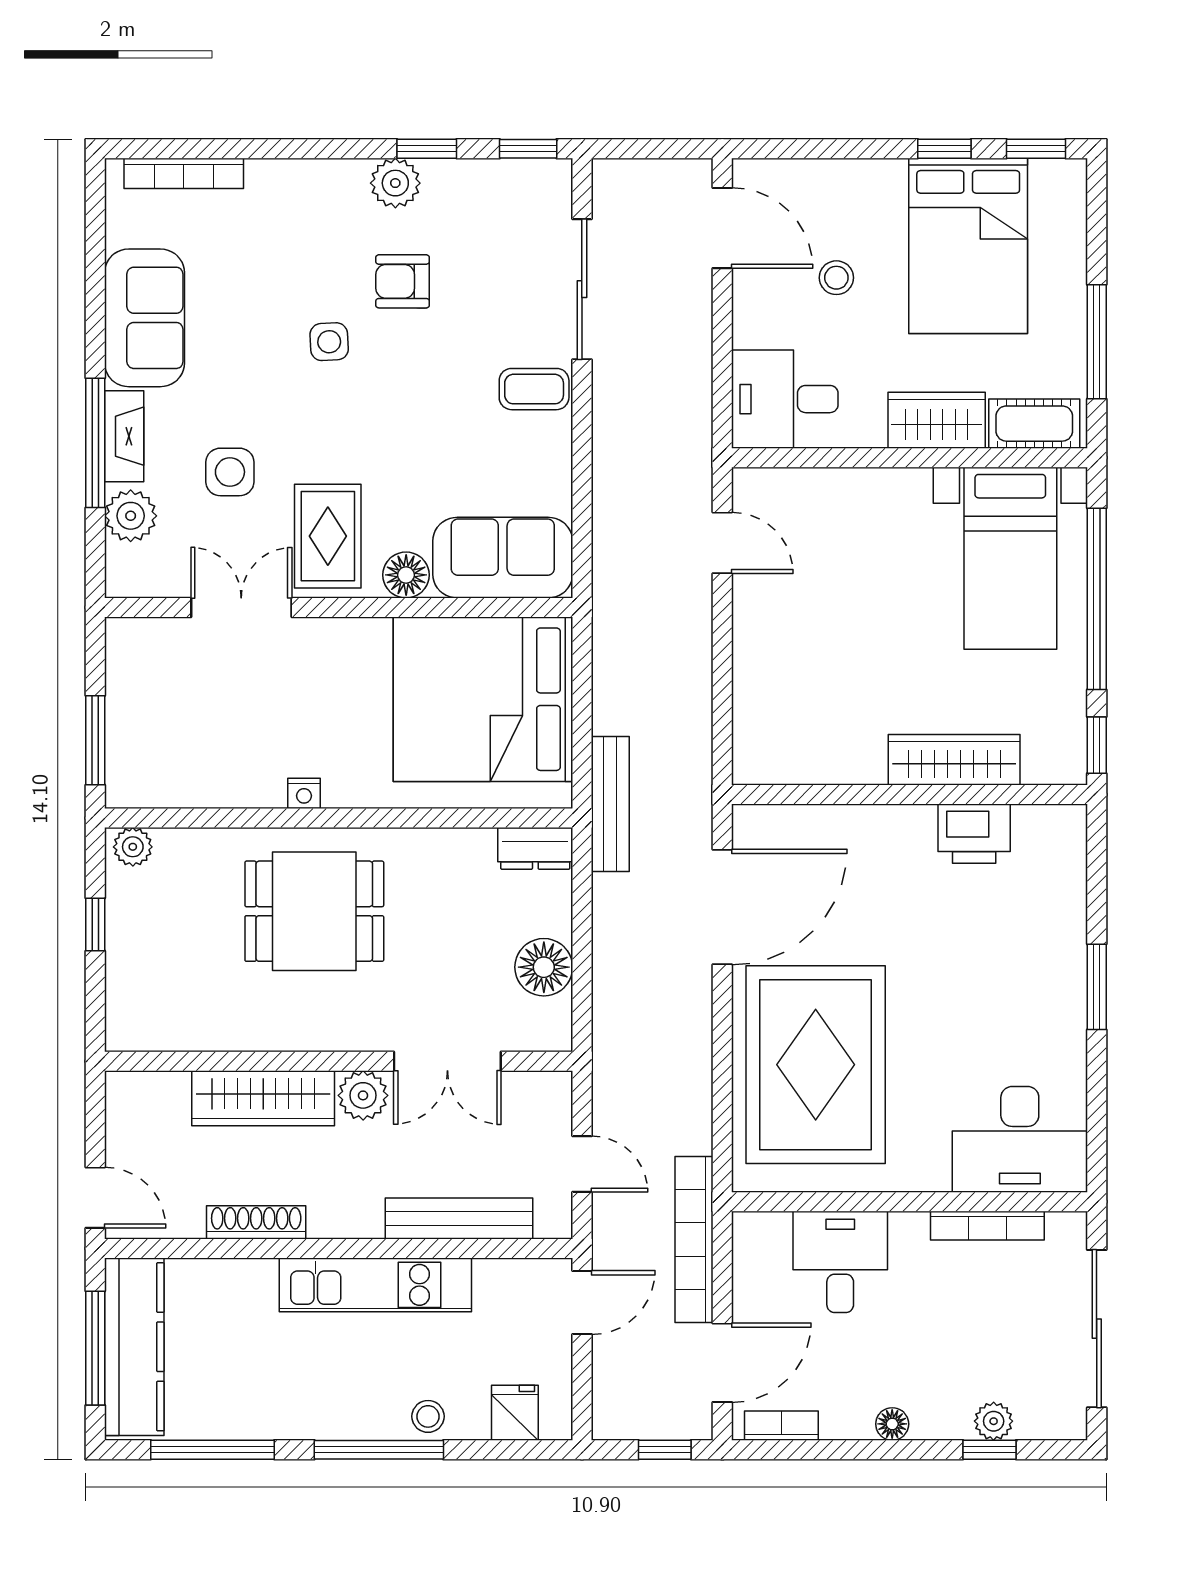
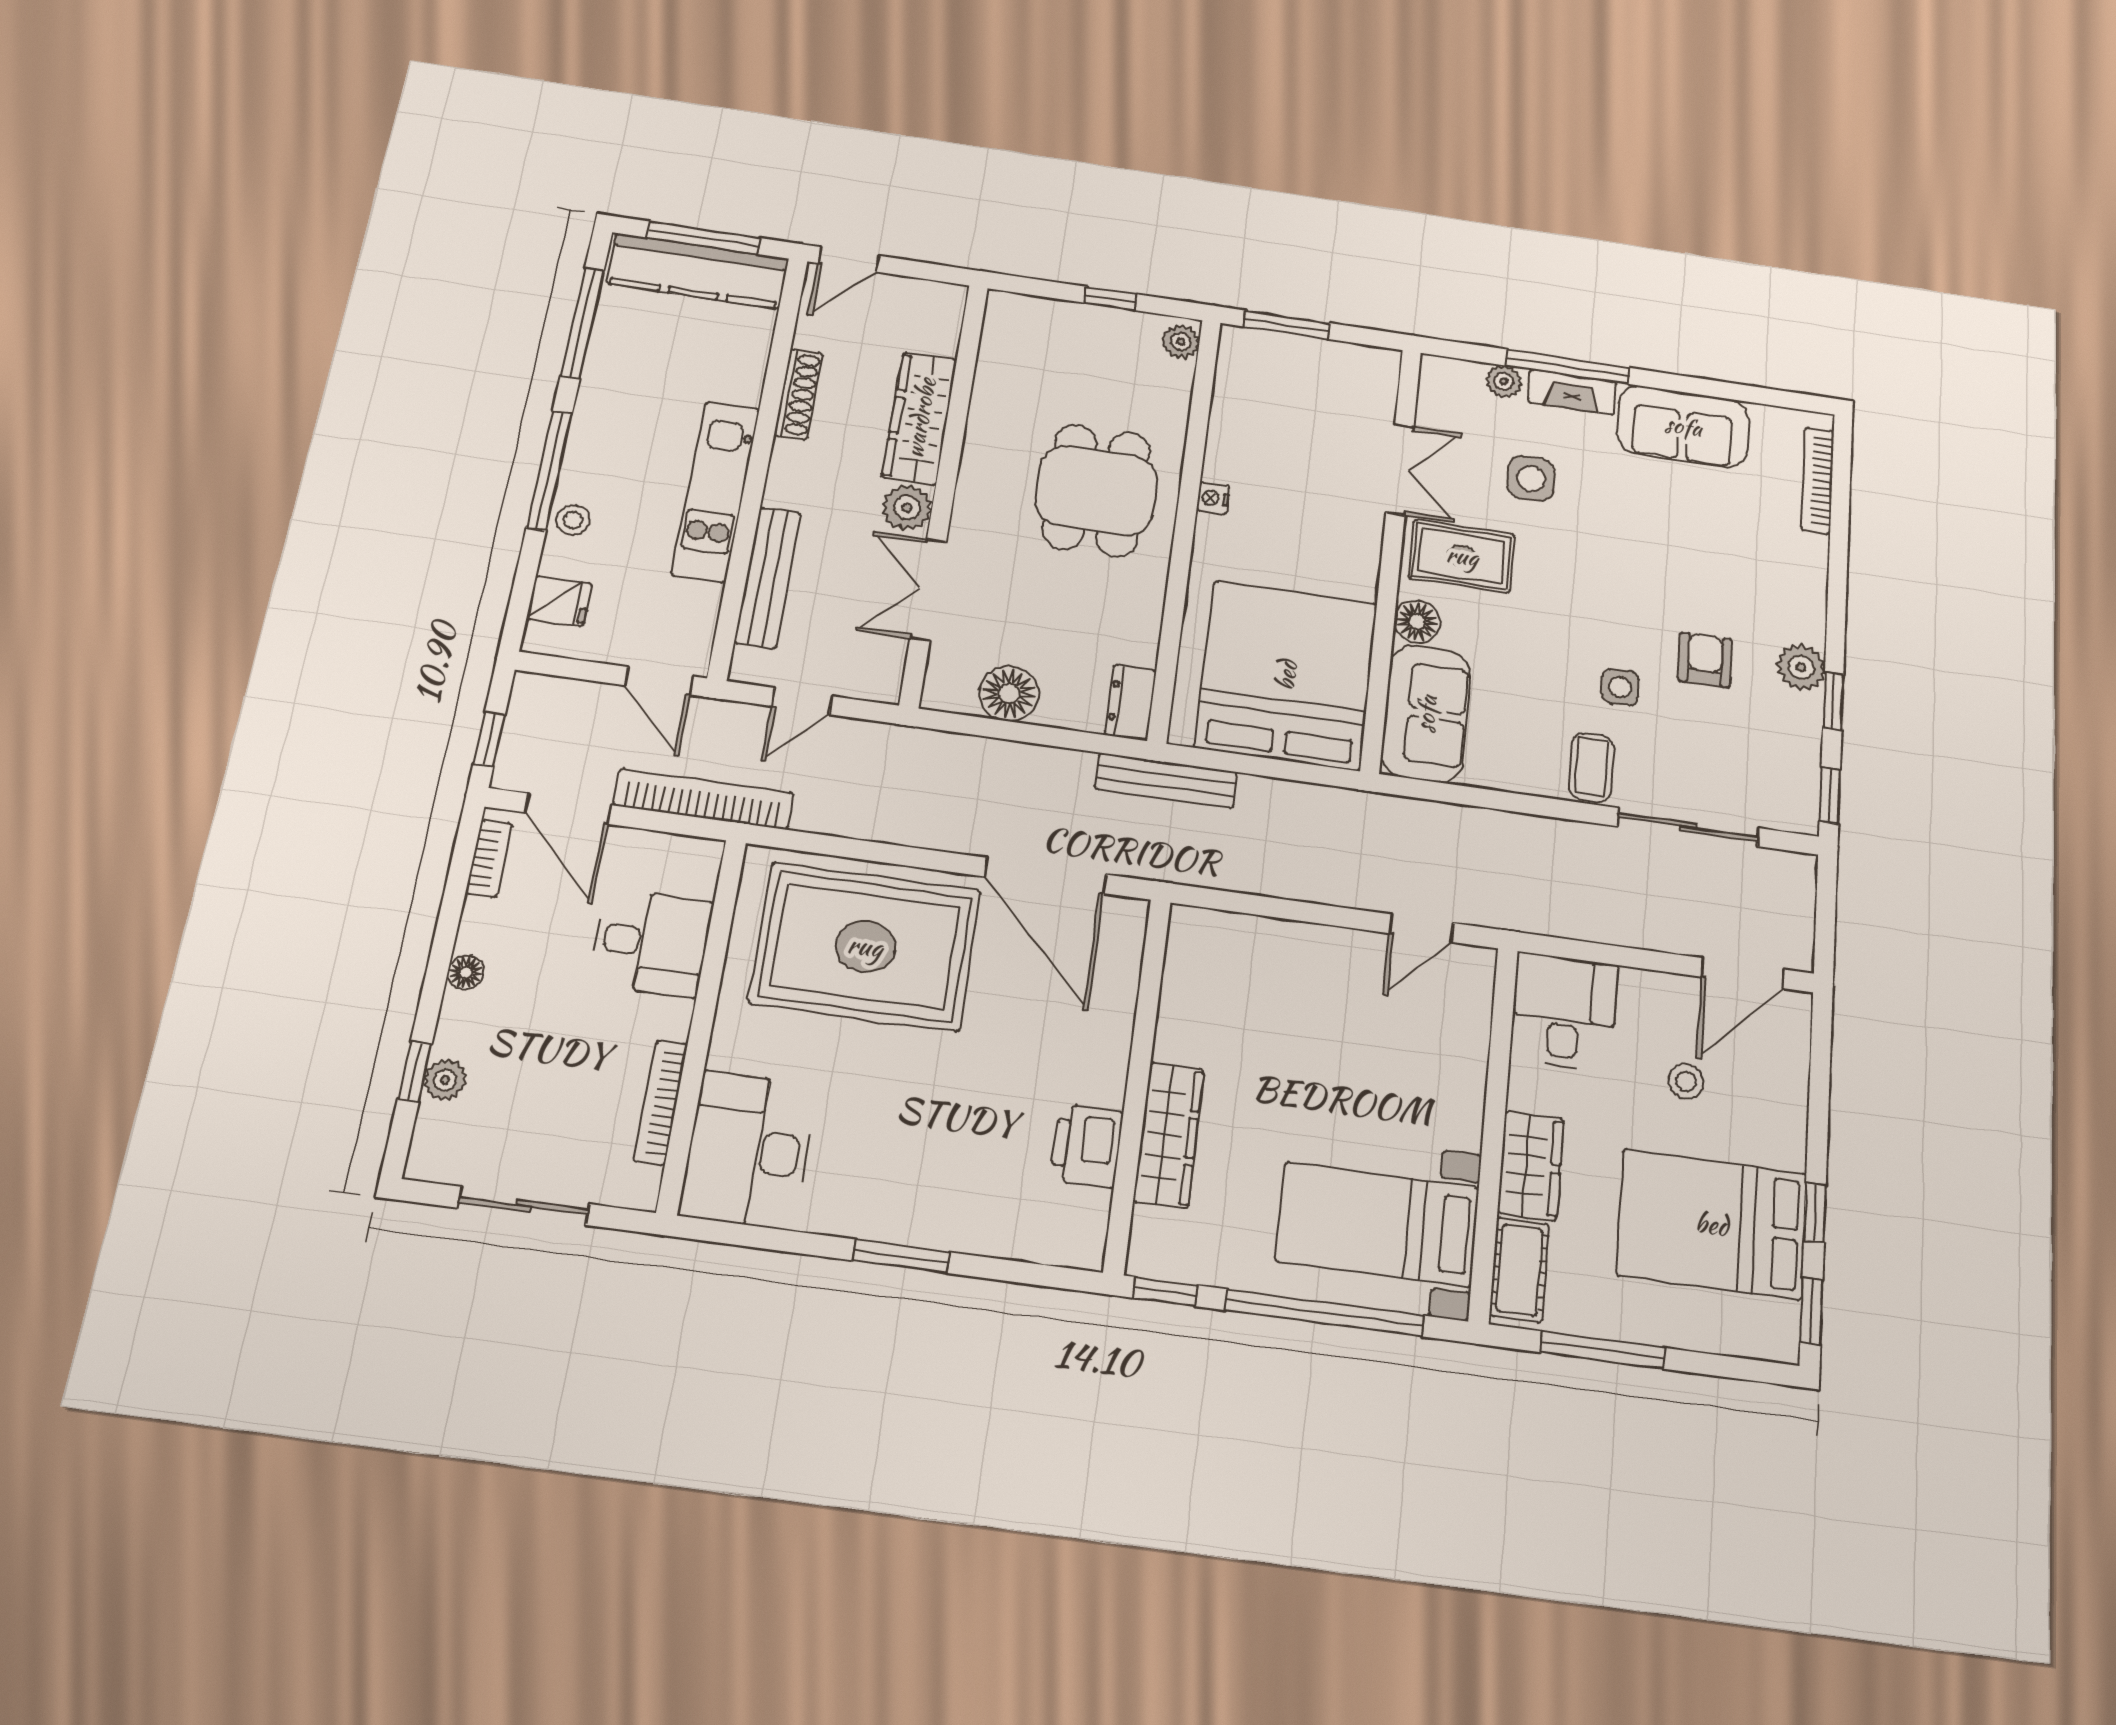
side table: (329, 342) -> (1620, 687), moved
plant: (131, 516) -> (1504, 381), width x0.73, depth x0.73
sliding door: (1097, 1329) -> (524, 1206), width x0.73

